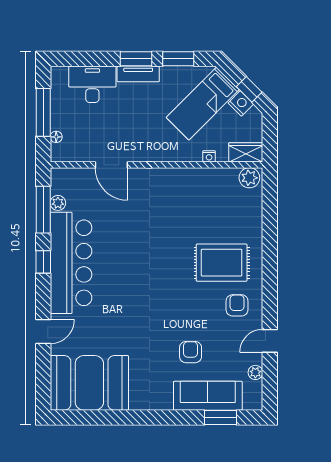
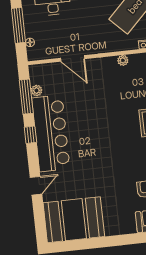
plant: (179, 175) -> (123, 60), added

